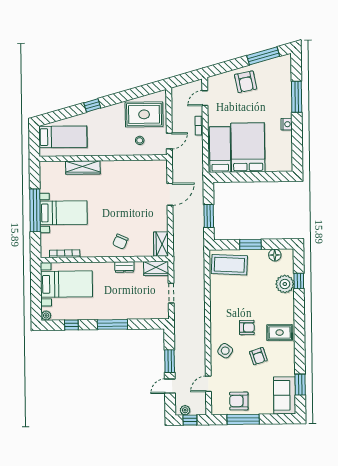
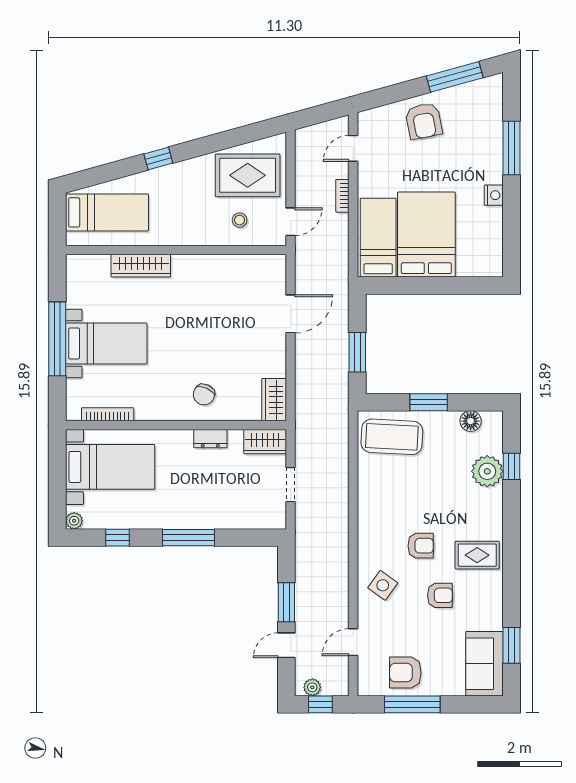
armchair: (258, 356) -> (440, 595), turned -72

